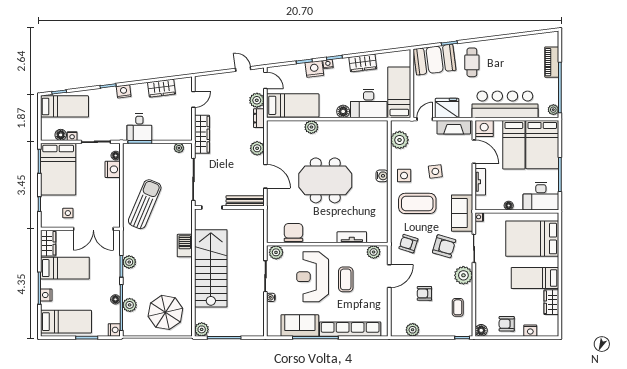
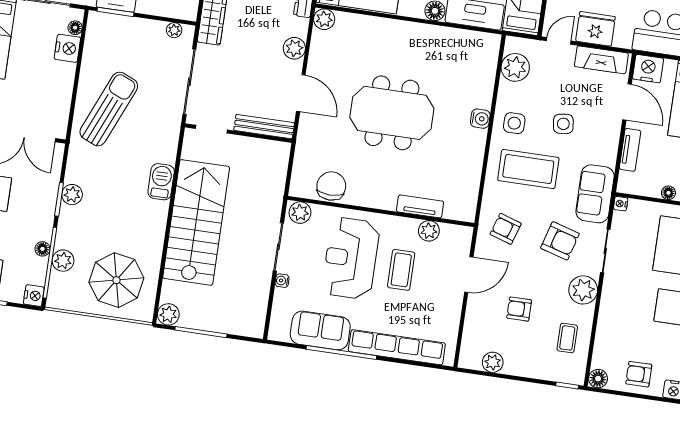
plant: (311, 127) -> (324, 19), moved
plant: (374, 252) -> (429, 231), moved

